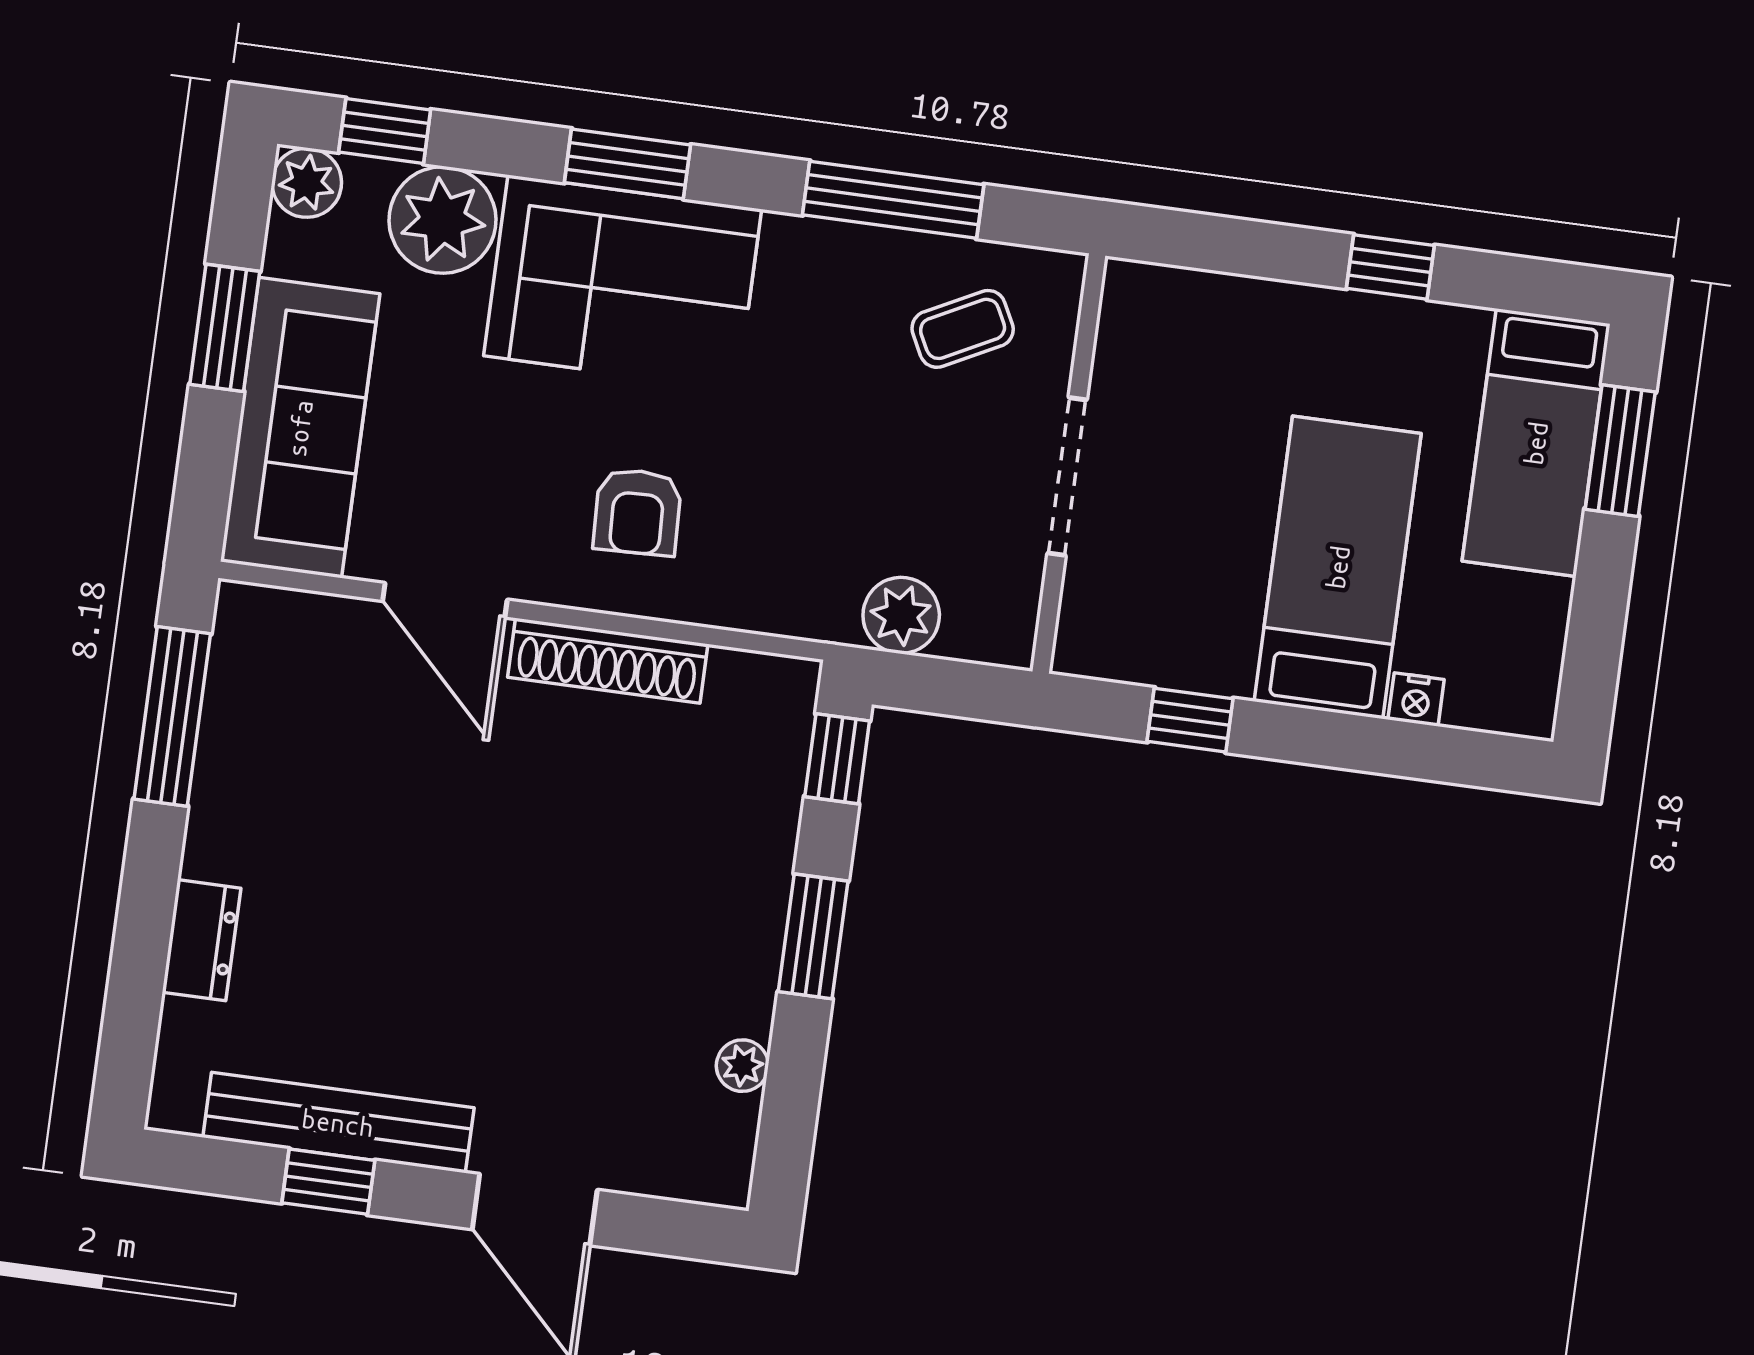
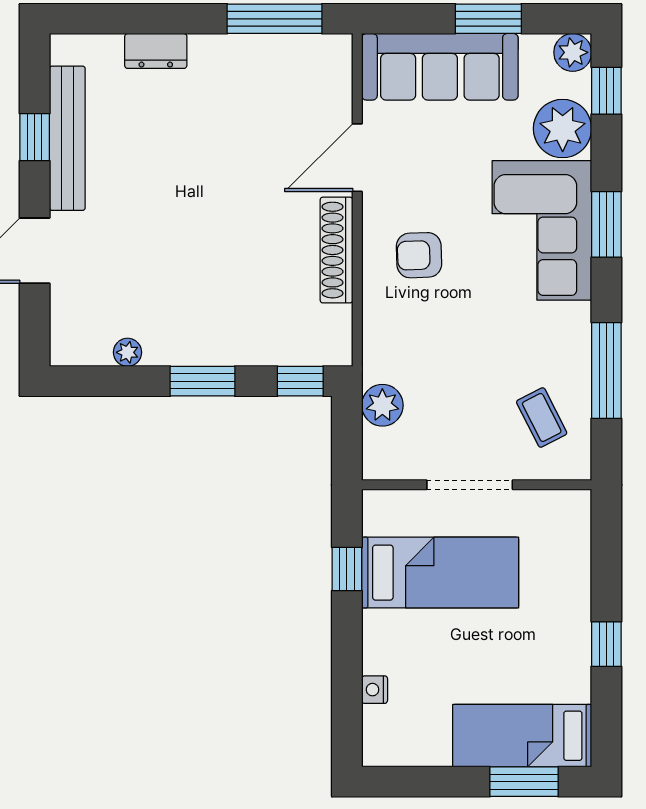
bed: (1338, 567) -> (440, 573), moved

